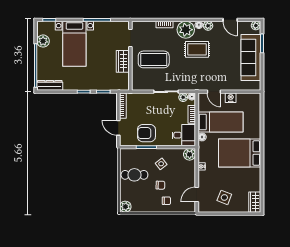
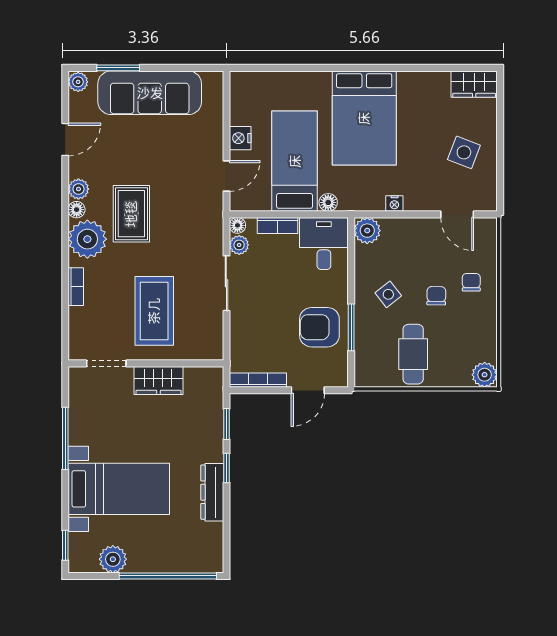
dresser: (50, 85) -> (212, 492), moved
armchair: (146, 133) -> (319, 327), turned 90

